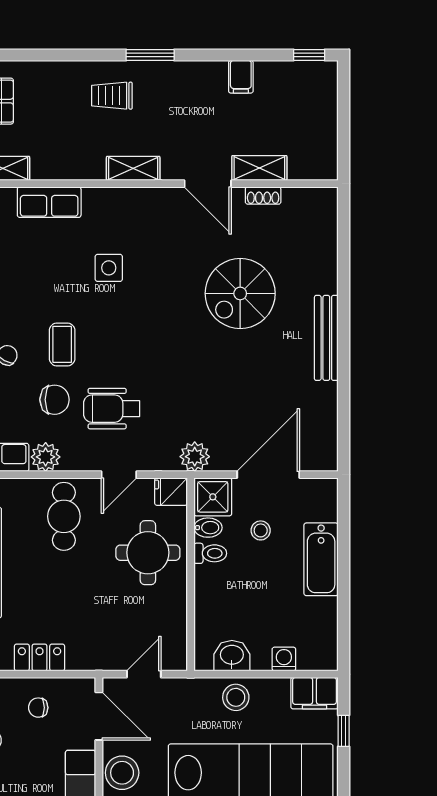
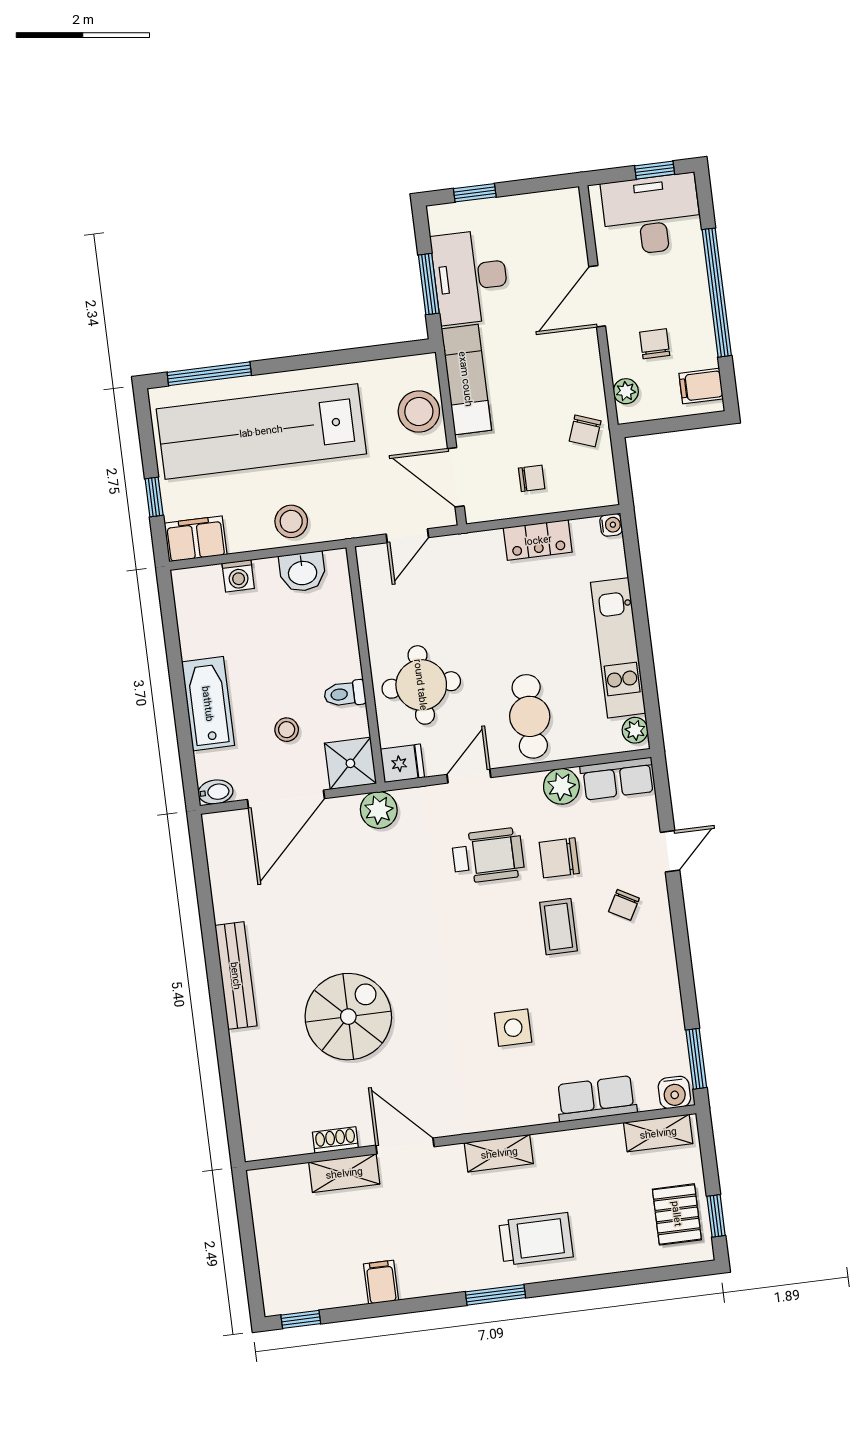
trolley: (112, 96) -> (536, 1239), width x1.36, depth x1.39
bidet: (208, 528) -> (216, 792), moved, turned 180

